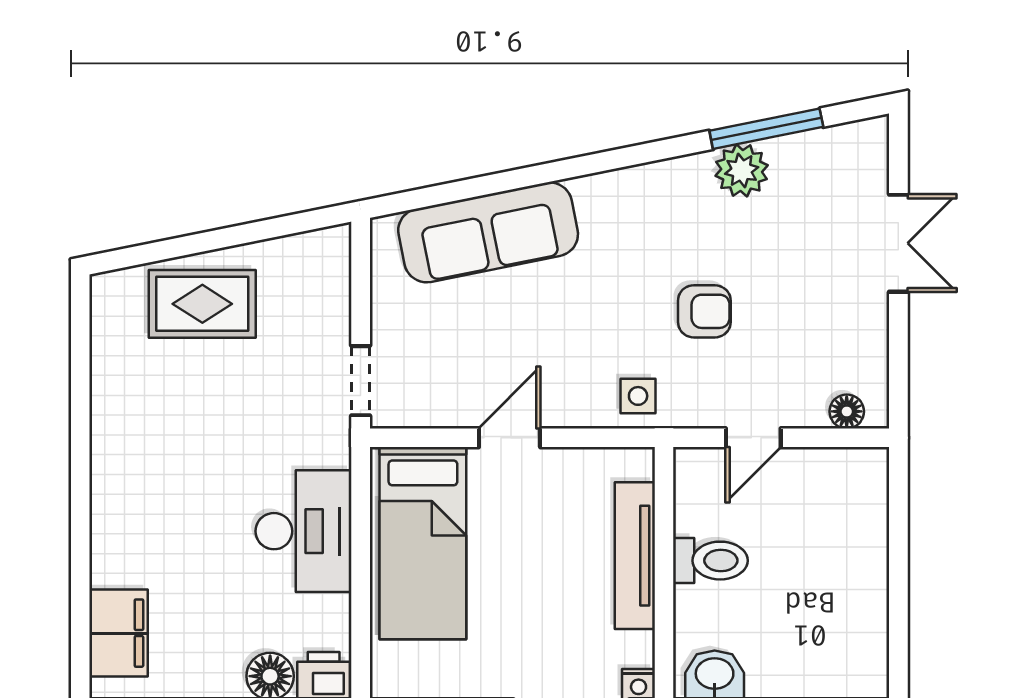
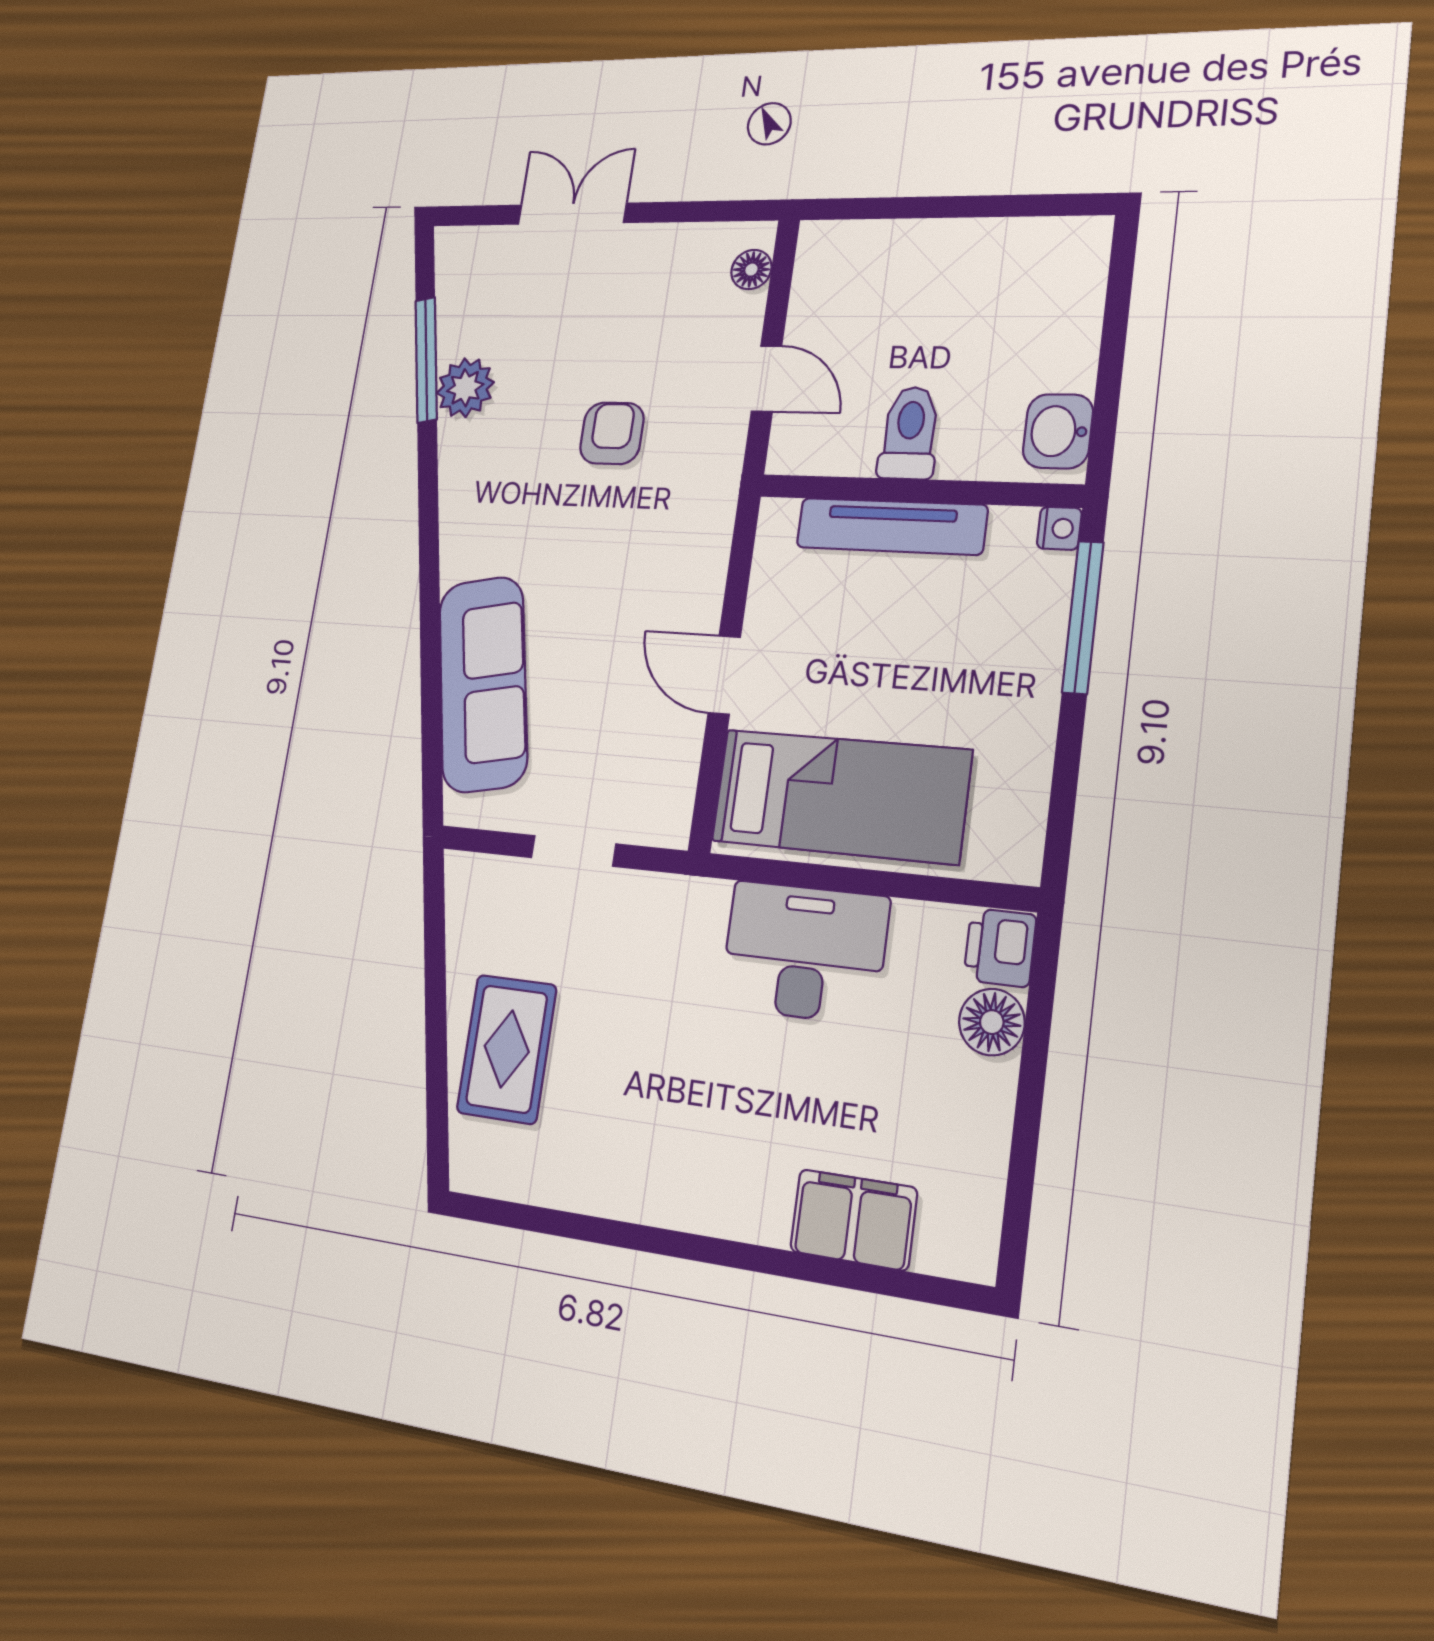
doorway: (361, 381) -> (573, 851), moved
side table: (638, 396) -> (697, 515), removed
filing cabinet: (119, 633) -> (854, 1220), moved

